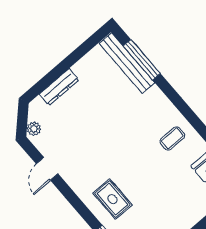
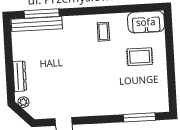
plant: (34, 129) -> (23, 102), moved
rug: (112, 199) -> (140, 57), moved

